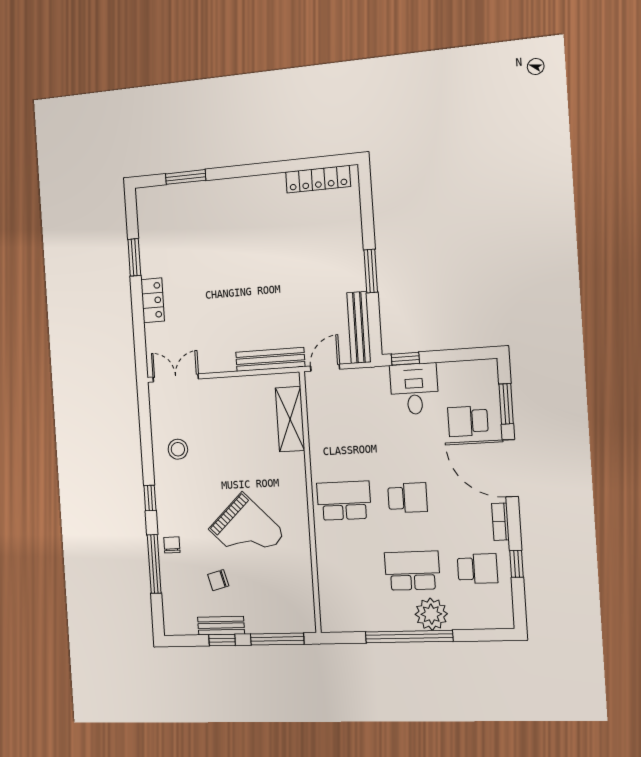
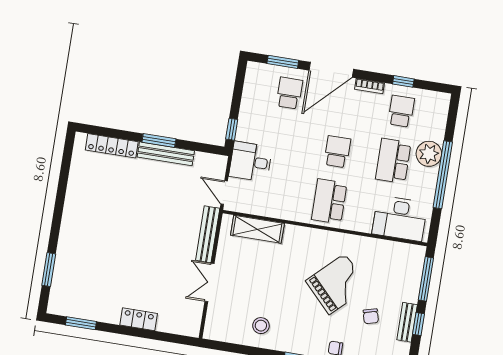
locker: (318, 179) -> (112, 146), moved, turned 90
window: (134, 257) -> (81, 323), moved
bench: (359, 327) -> (166, 154), moved
double door: (176, 378) -> (210, 282), moved
desk: (414, 389) -> (251, 162), moved
school desk: (468, 421) -> (289, 93), turned 180
desk: (343, 593) -> (400, 218), added

